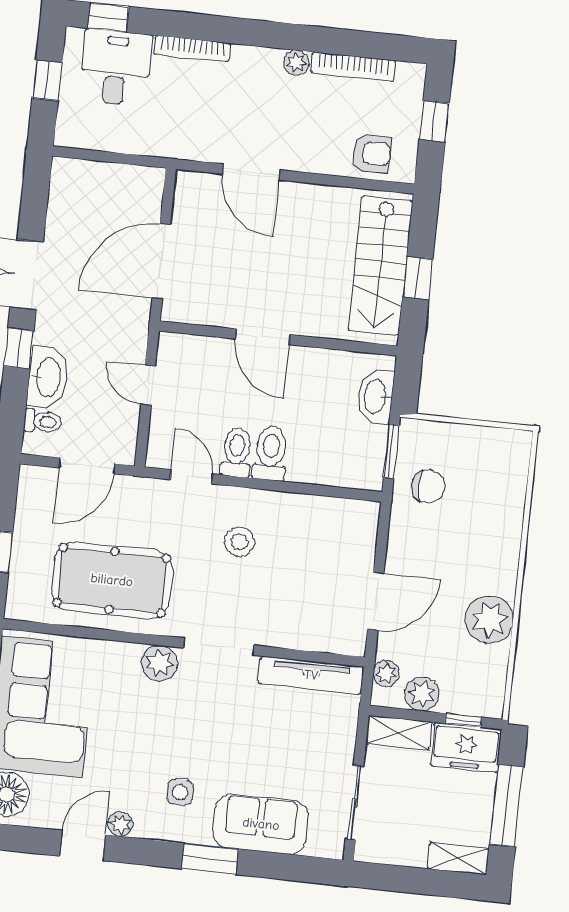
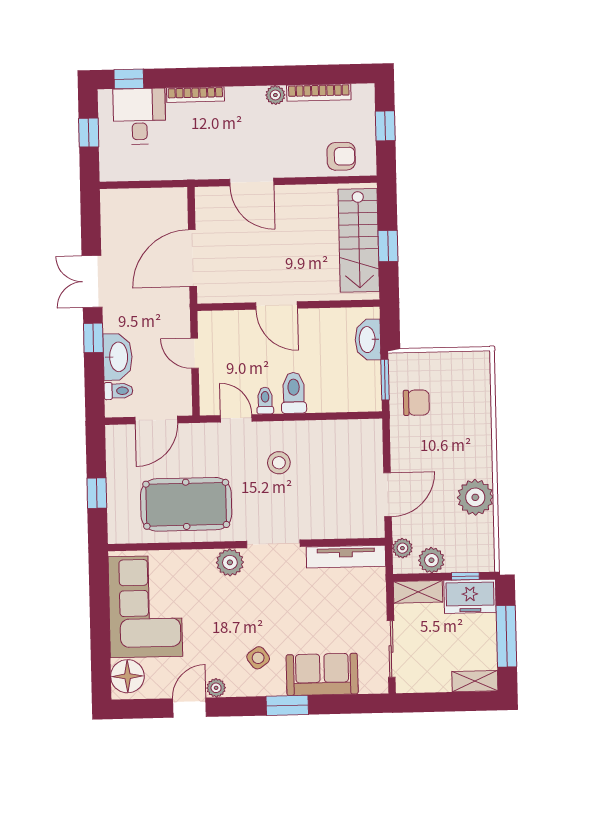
toilet: (237, 452) -> (265, 401), width x0.73, depth x0.72
side table: (180, 792) -> (258, 658), turned -36

